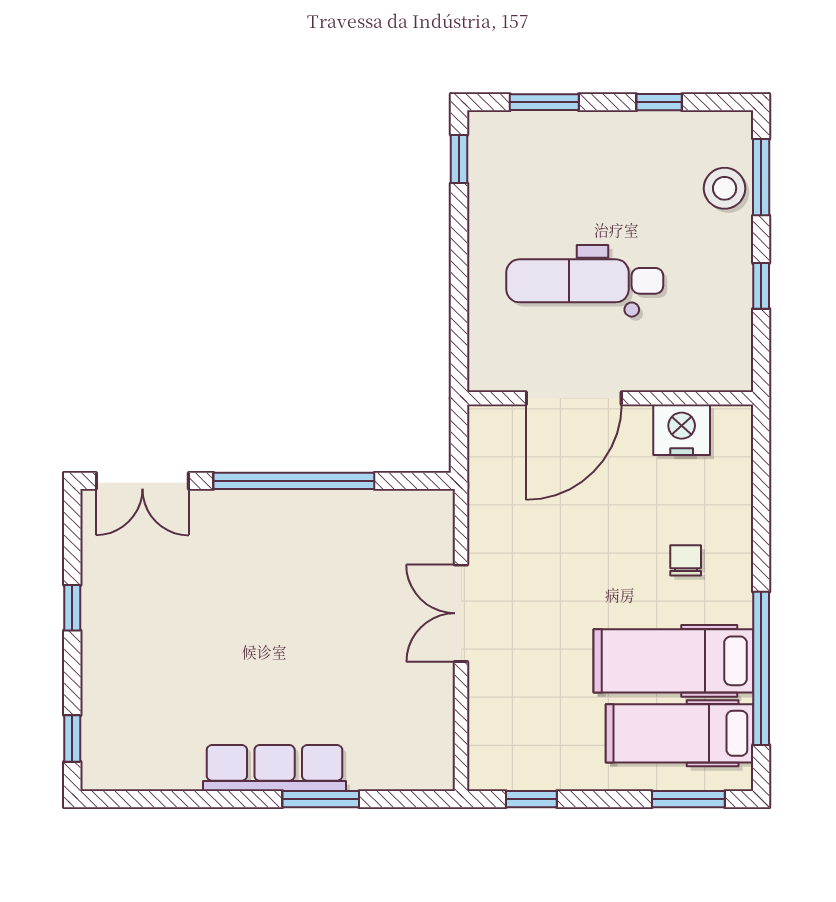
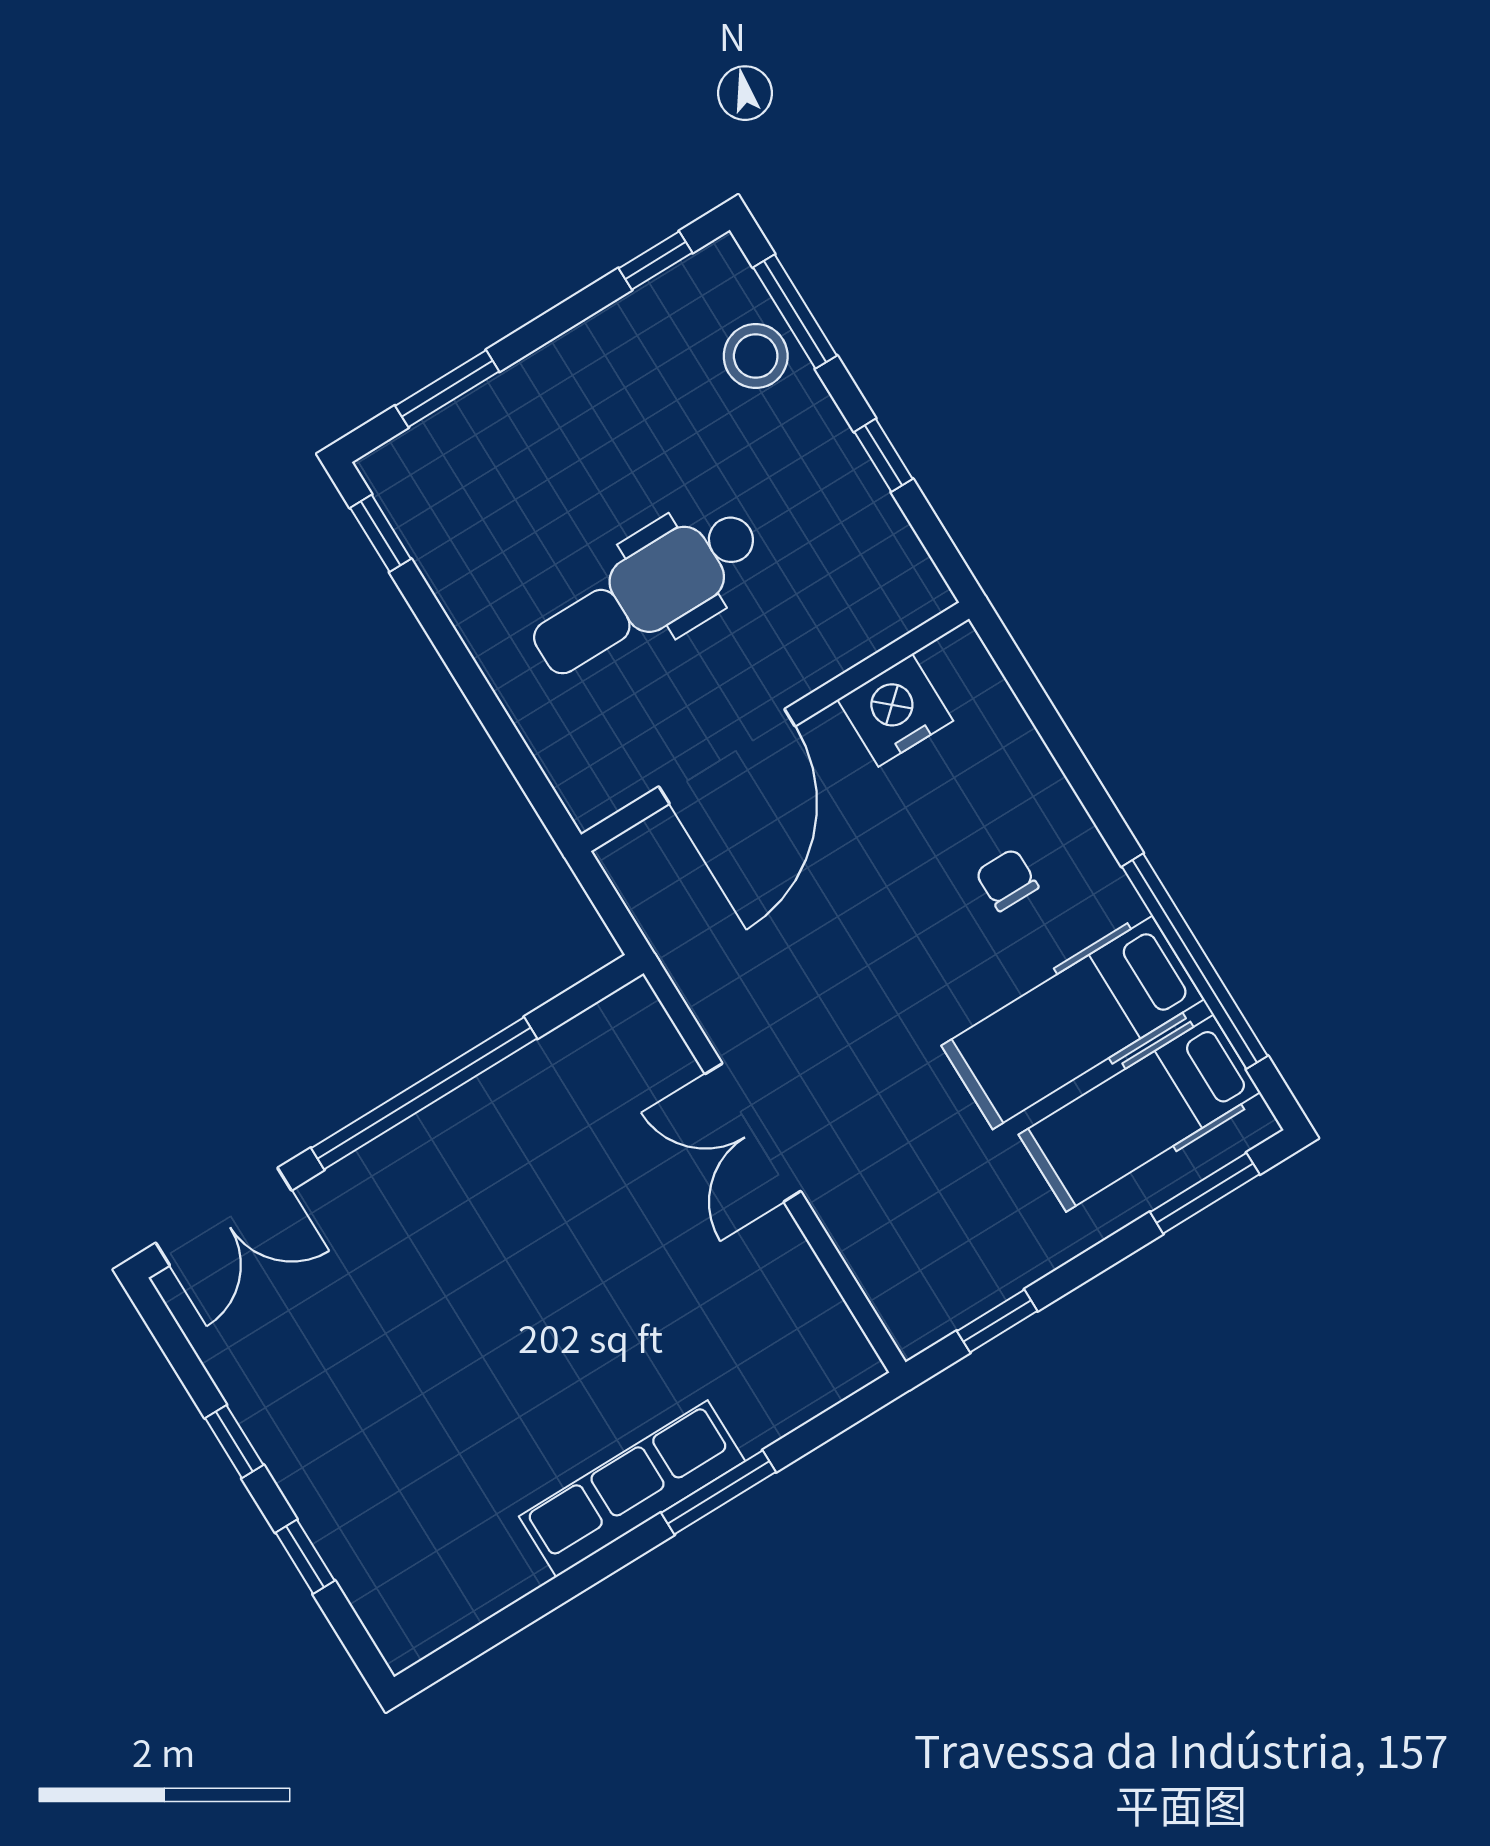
window: (659, 102) -> (655, 260), moved
window: (72, 738) -> (305, 1557), moved

